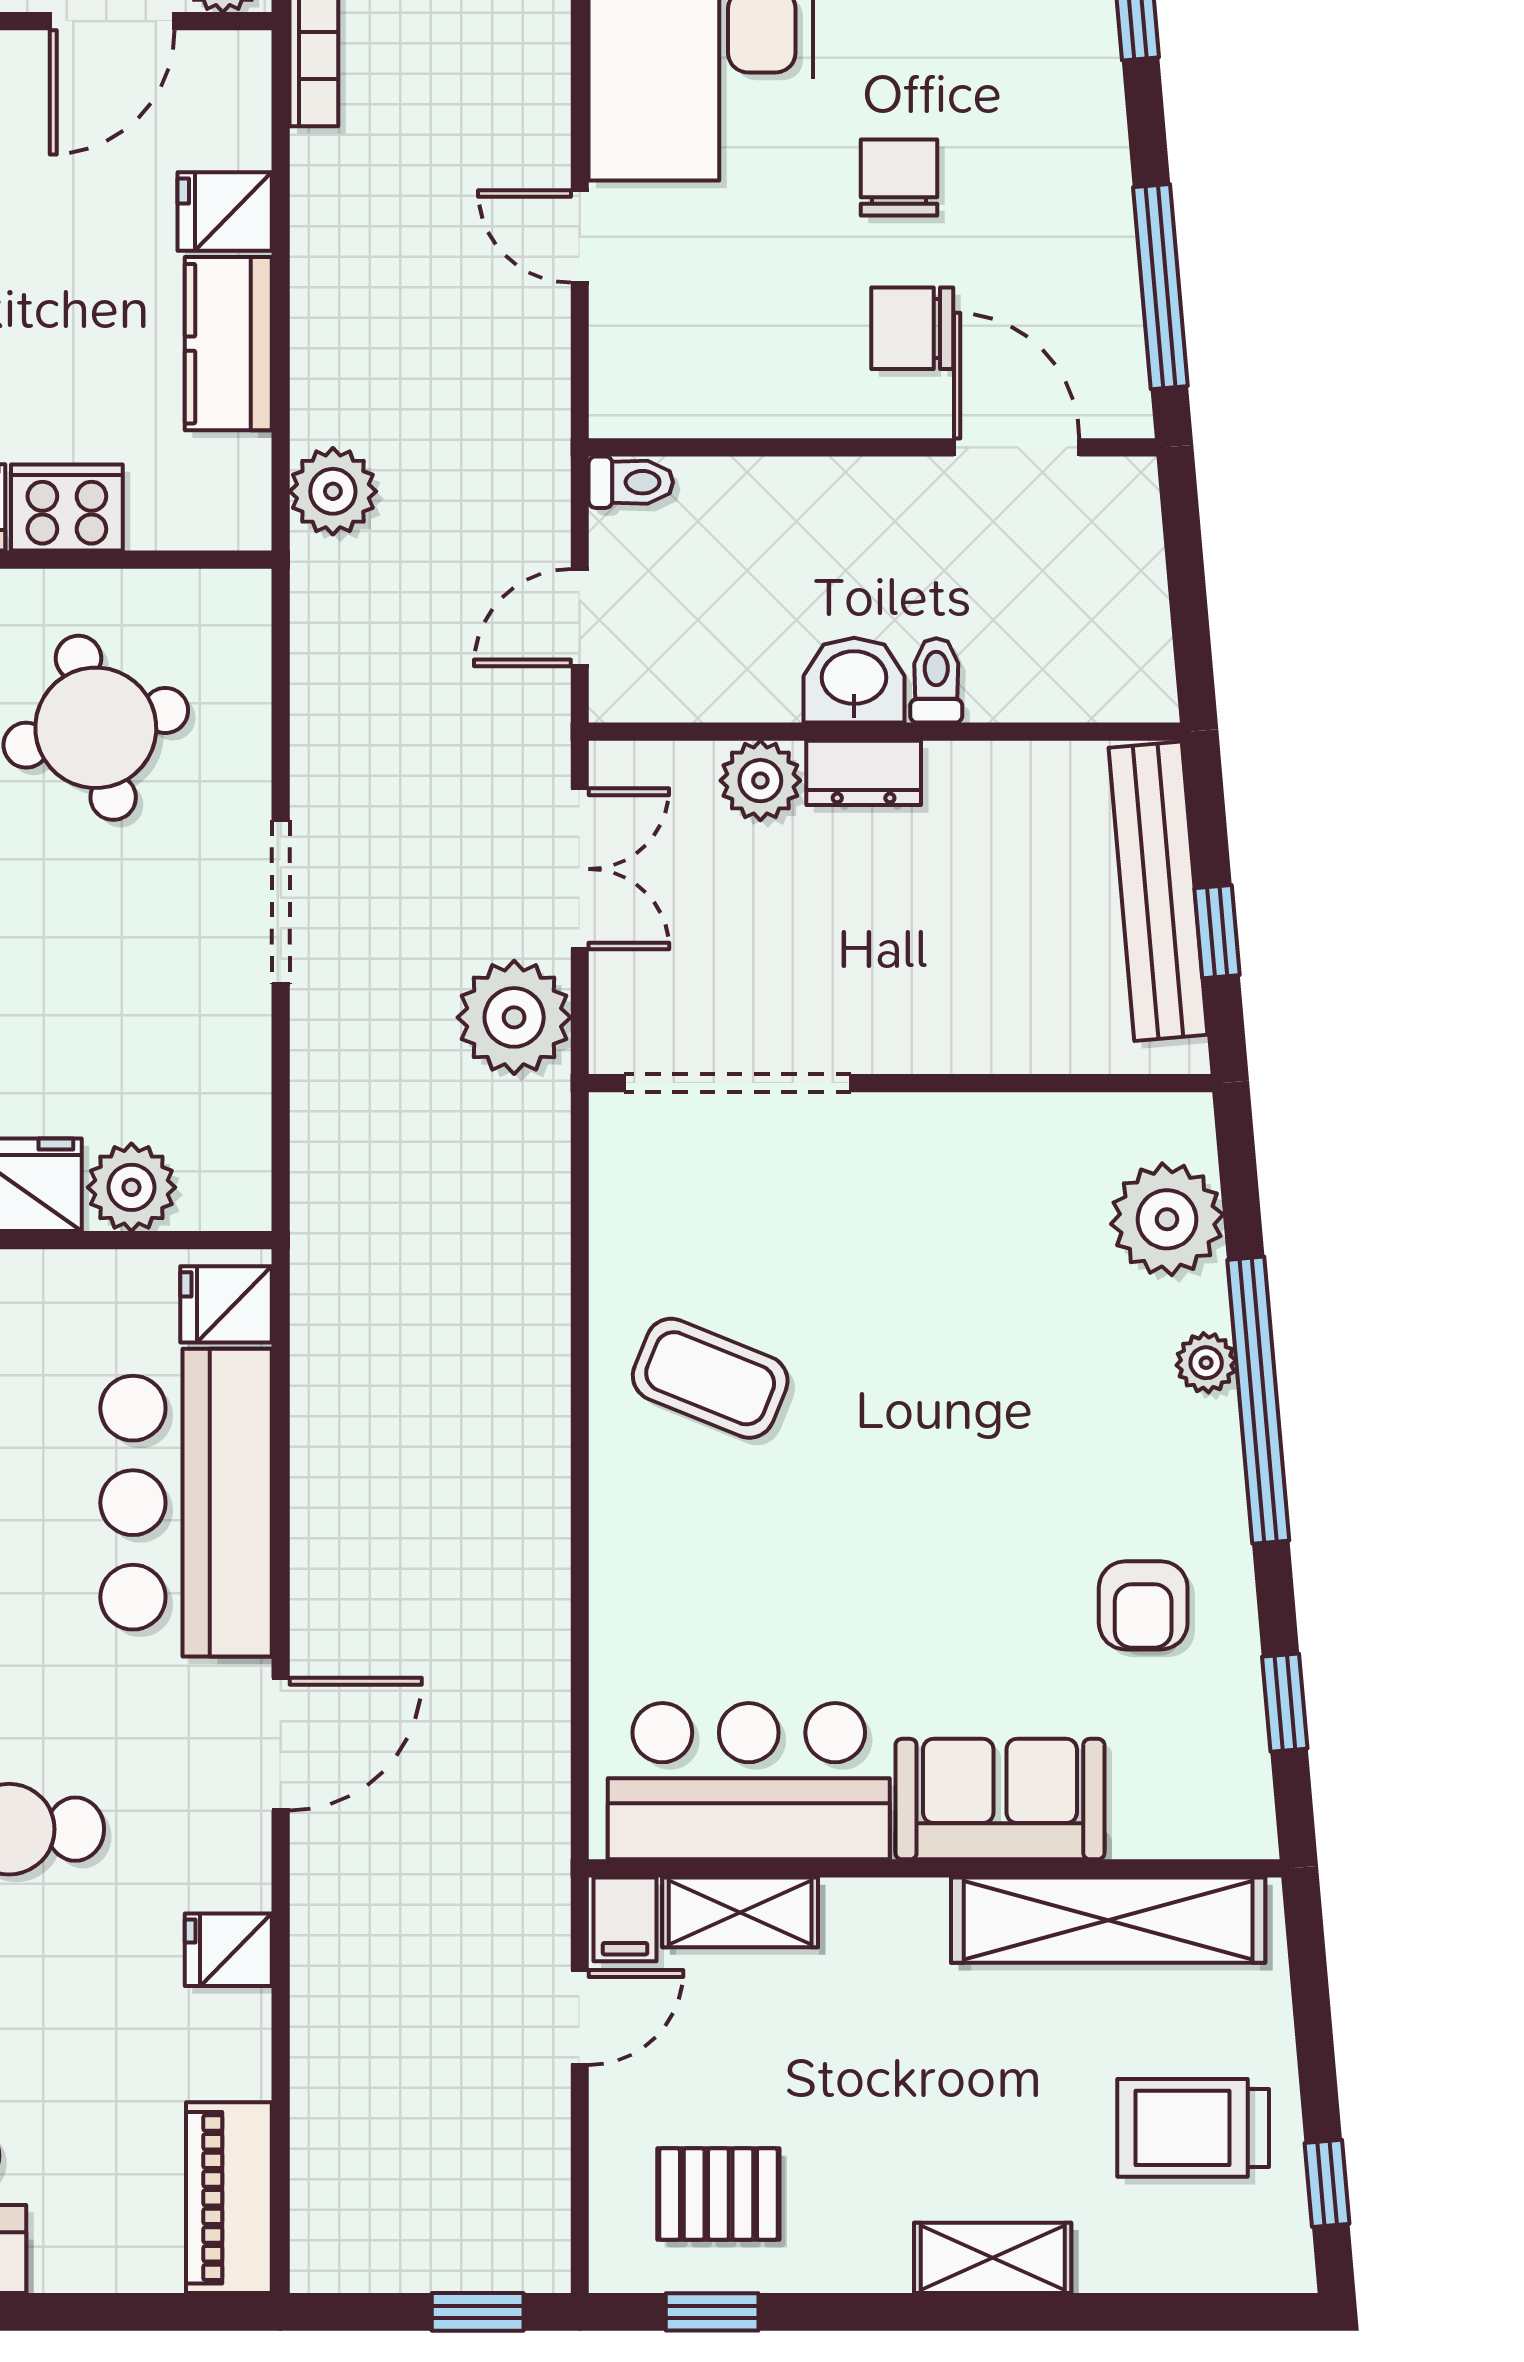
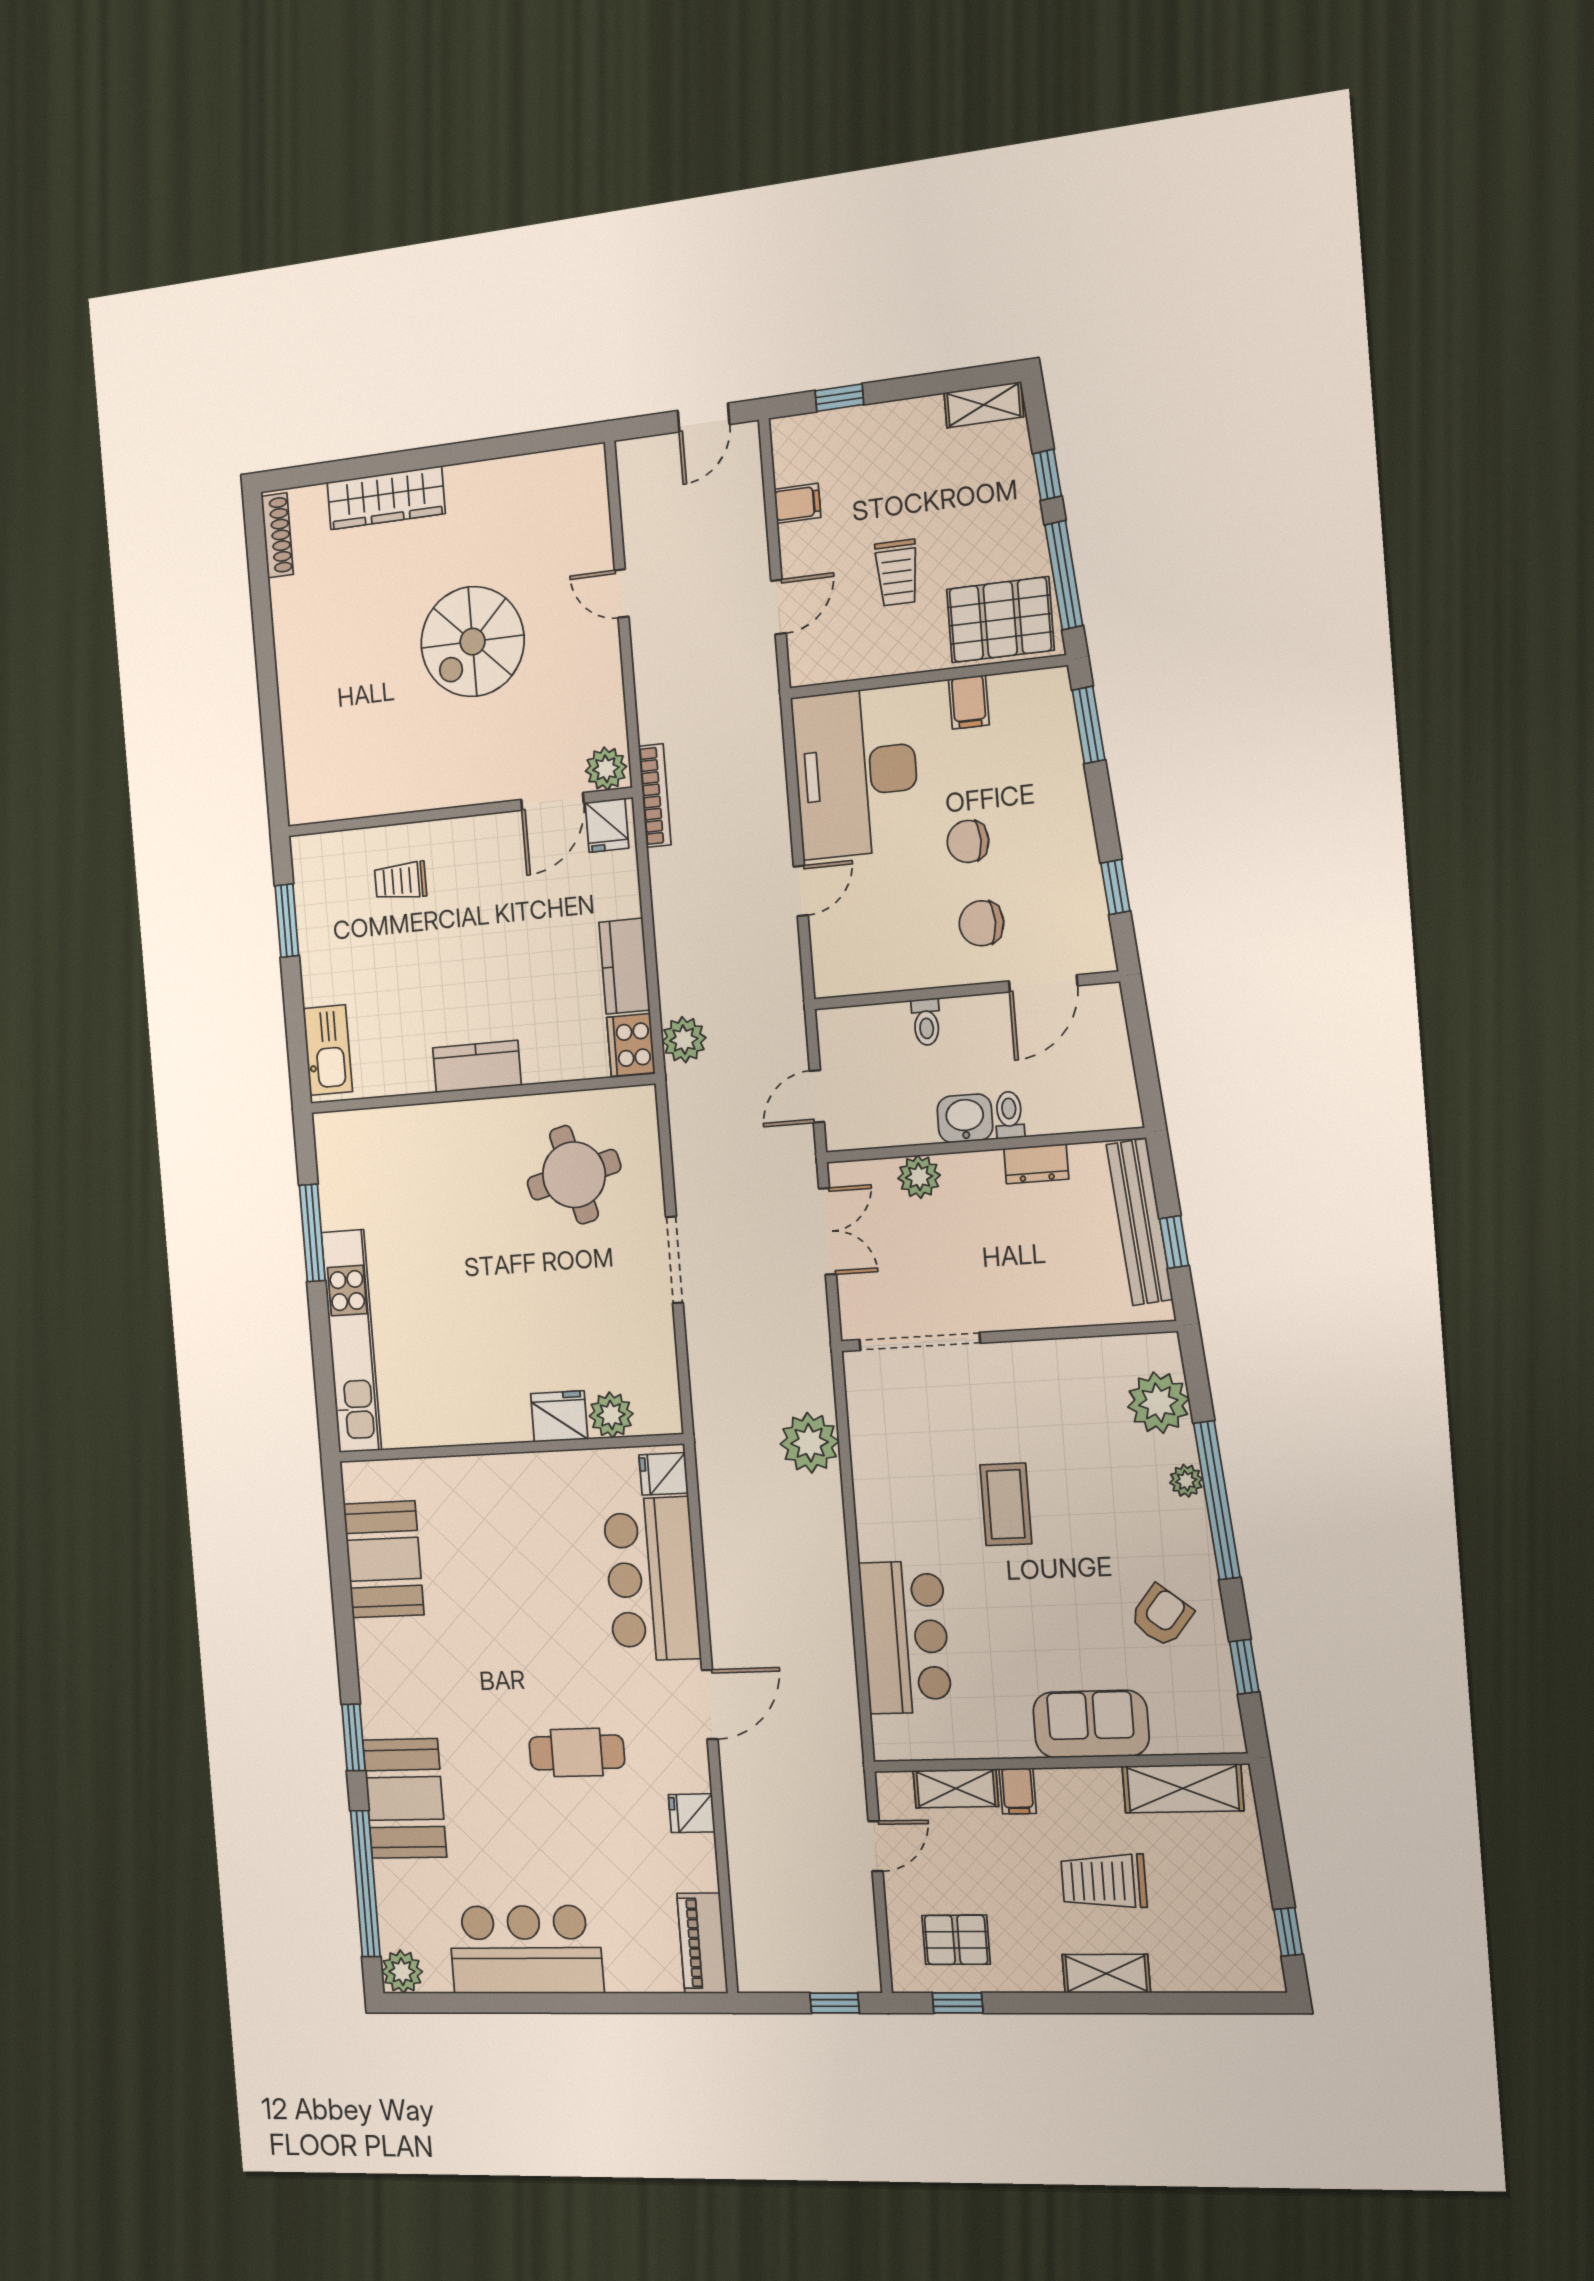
chair: (899, 178) -> (968, 841), turned -90
fridge: (225, 211) -> (607, 825), moved, turned -90
door: (580, 236) -> (801, 891), swing flipped
window: (1160, 287) -> (1115, 887), width x0.46
door: (1017, 447) -> (1043, 983), swing flipped
toilet: (631, 482) -> (926, 1022), moved, turned 90
cooker: (67, 507) -> (631, 1045), moved, turned -90
dresser: (864, 773) -> (1036, 1164), moved
plant: (514, 1017) -> (810, 1443), moved
coffee table: (710, 1378) -> (1006, 1504), moved, turned 68
armchair: (1143, 1605) -> (1161, 1616), turned -141
bar counter: (749, 1781) -> (905, 1637), moved, turned 90
filing cabinet: (625, 1919) -> (1018, 1791), moved
shelving: (1108, 1920) -> (1183, 1788), width x0.68
trolley: (1193, 2128) -> (1104, 1881), moved

